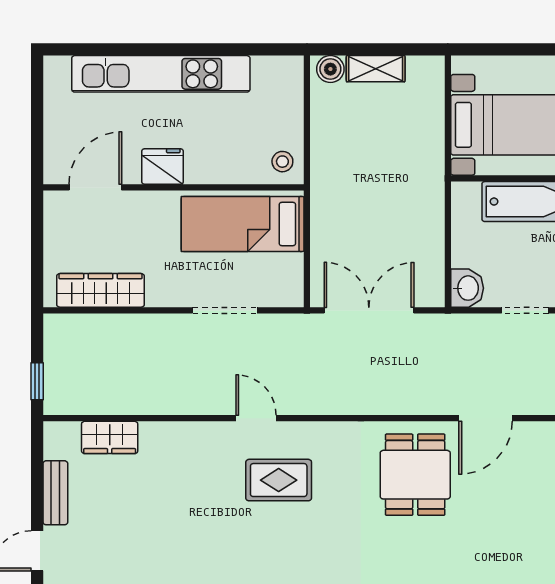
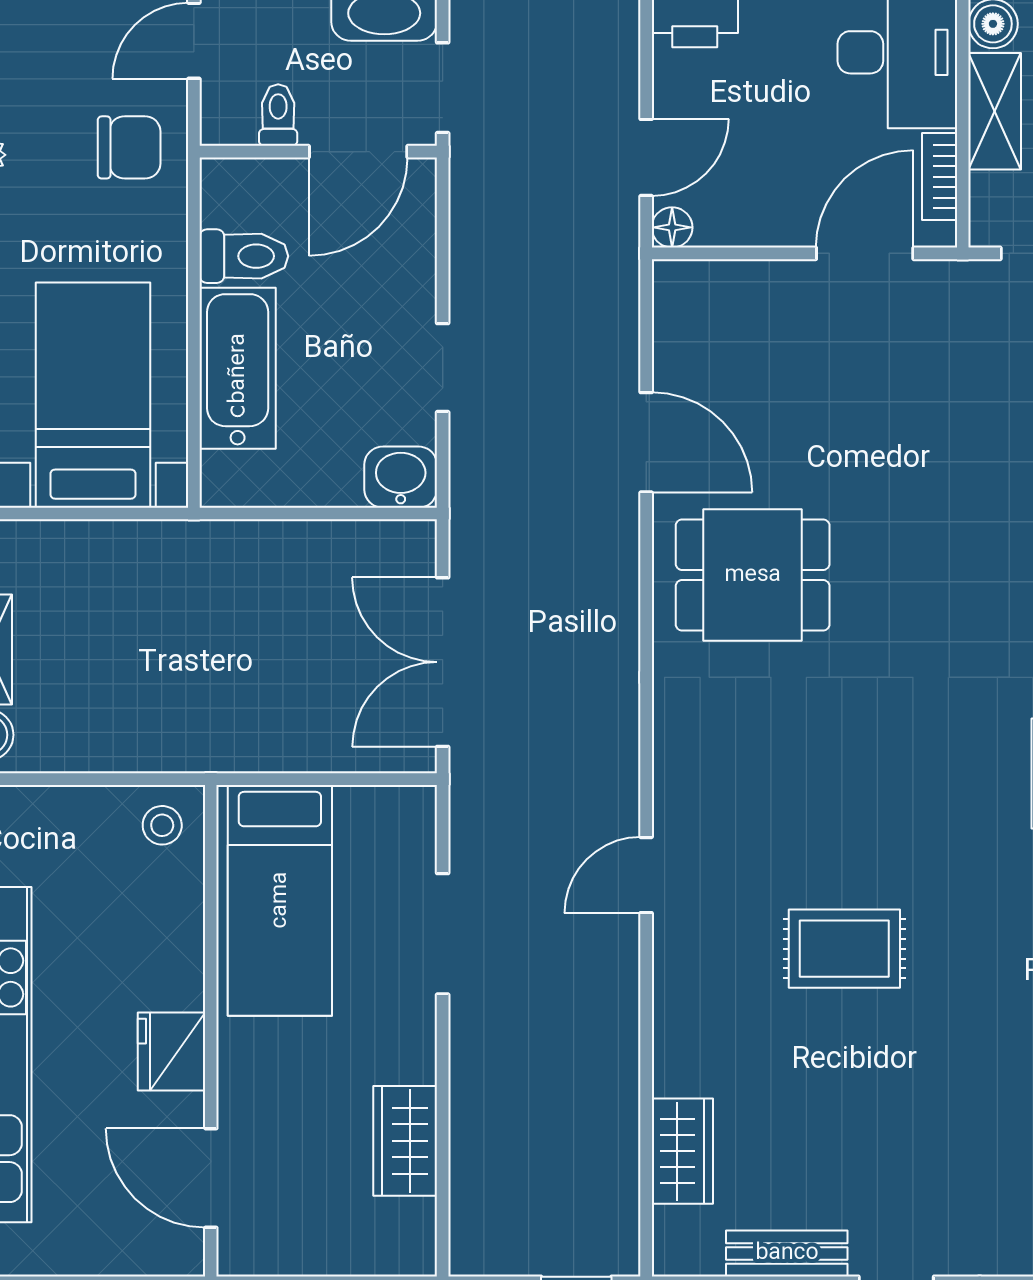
wardrobe: (101, 290) -> (405, 1141), width x0.67
rug: (279, 480) -> (844, 949), moved, turned 90

